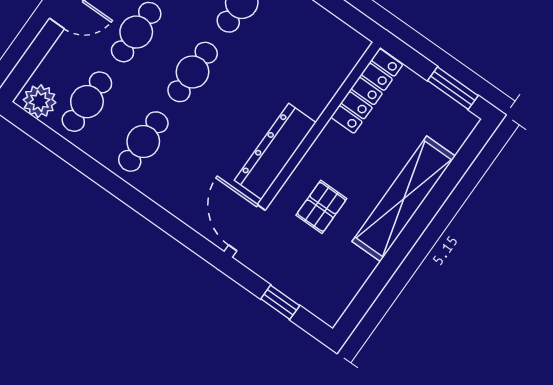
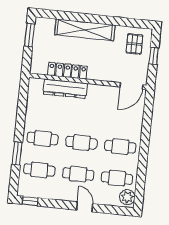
locker: (367, 91) -> (67, 71), moved
dresser: (275, 151) -> (65, 89), moved
pallet: (321, 207) -> (134, 44), moved, turned 90

